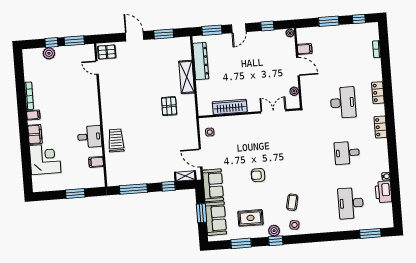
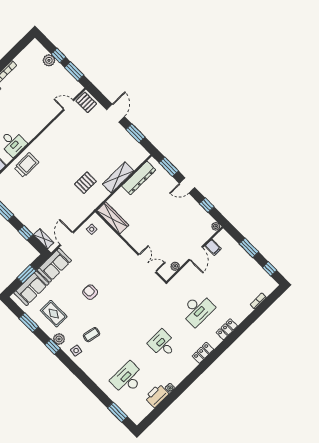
door: (97, 68) -> (69, 105), hinge flipped
wardrobe: (230, 107) -> (113, 218), moved

